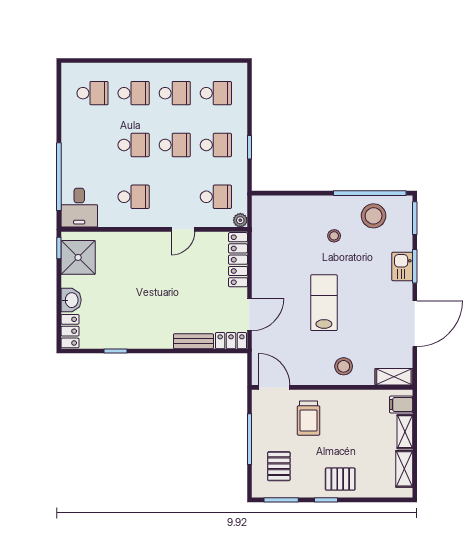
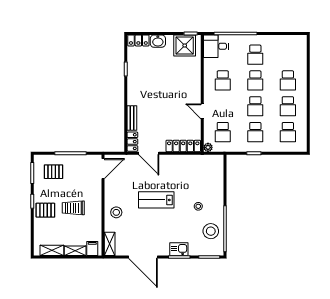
school desk: (92, 93) -> (255, 55), moved
lab bench: (324, 303) -> (156, 200), turned 180
trolley: (309, 418) -> (73, 208), moved
pallet: (340, 479) -> (45, 210), turned 90

